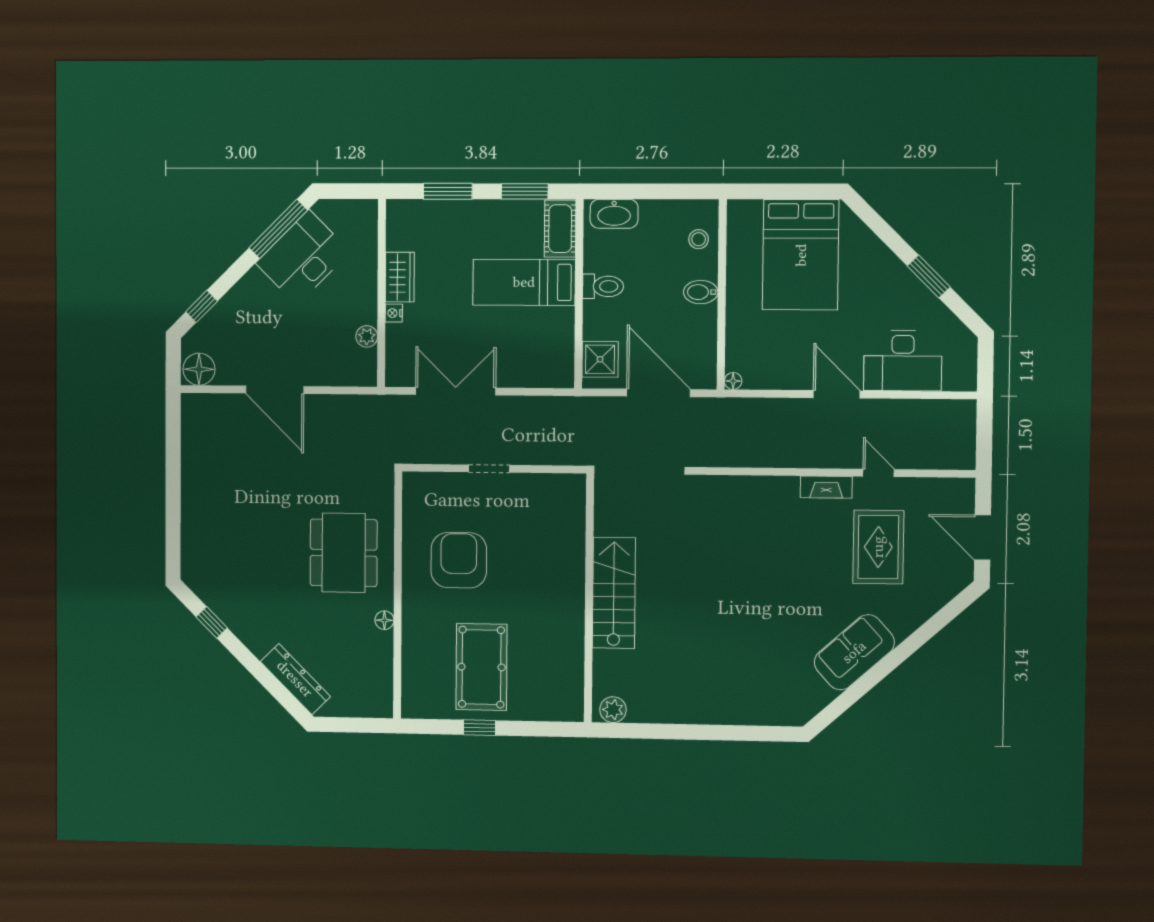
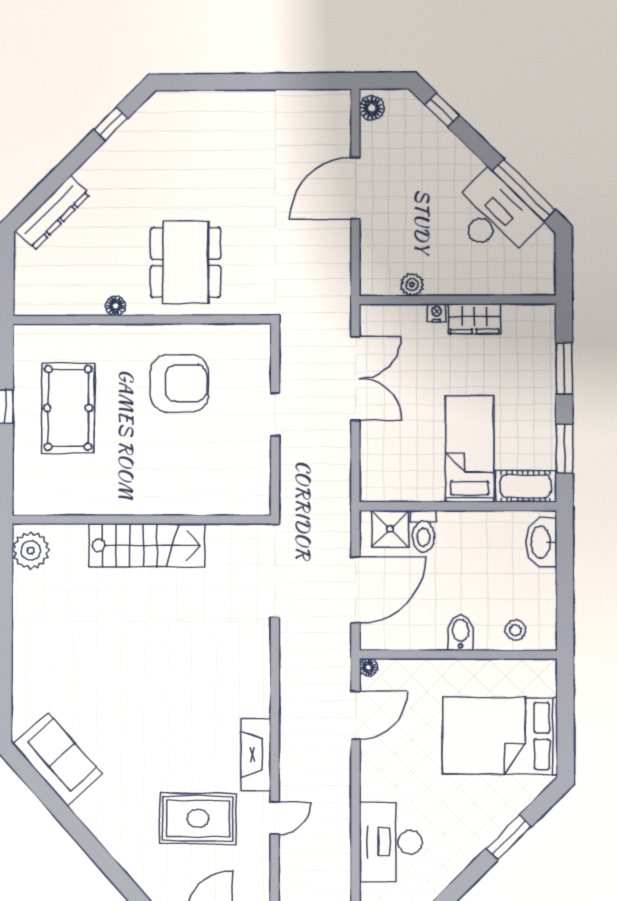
window: (929, 277) -> (509, 837), moved
toilet: (603, 286) -> (423, 531), moved
floor lamp: (199, 369) -> (372, 108), width x0.73, depth x0.73
door: (837, 394) -> (356, 715), moved
fireplace: (826, 487) -> (256, 755), width x1.37, depth x1.32
dining table: (344, 553) -> (186, 262), turned 90
sofa: (854, 652) -> (58, 759), moved
pool table: (481, 667) -> (68, 408), turned 90
plant: (613, 710) -> (31, 551), width x1.36, depth x1.36

